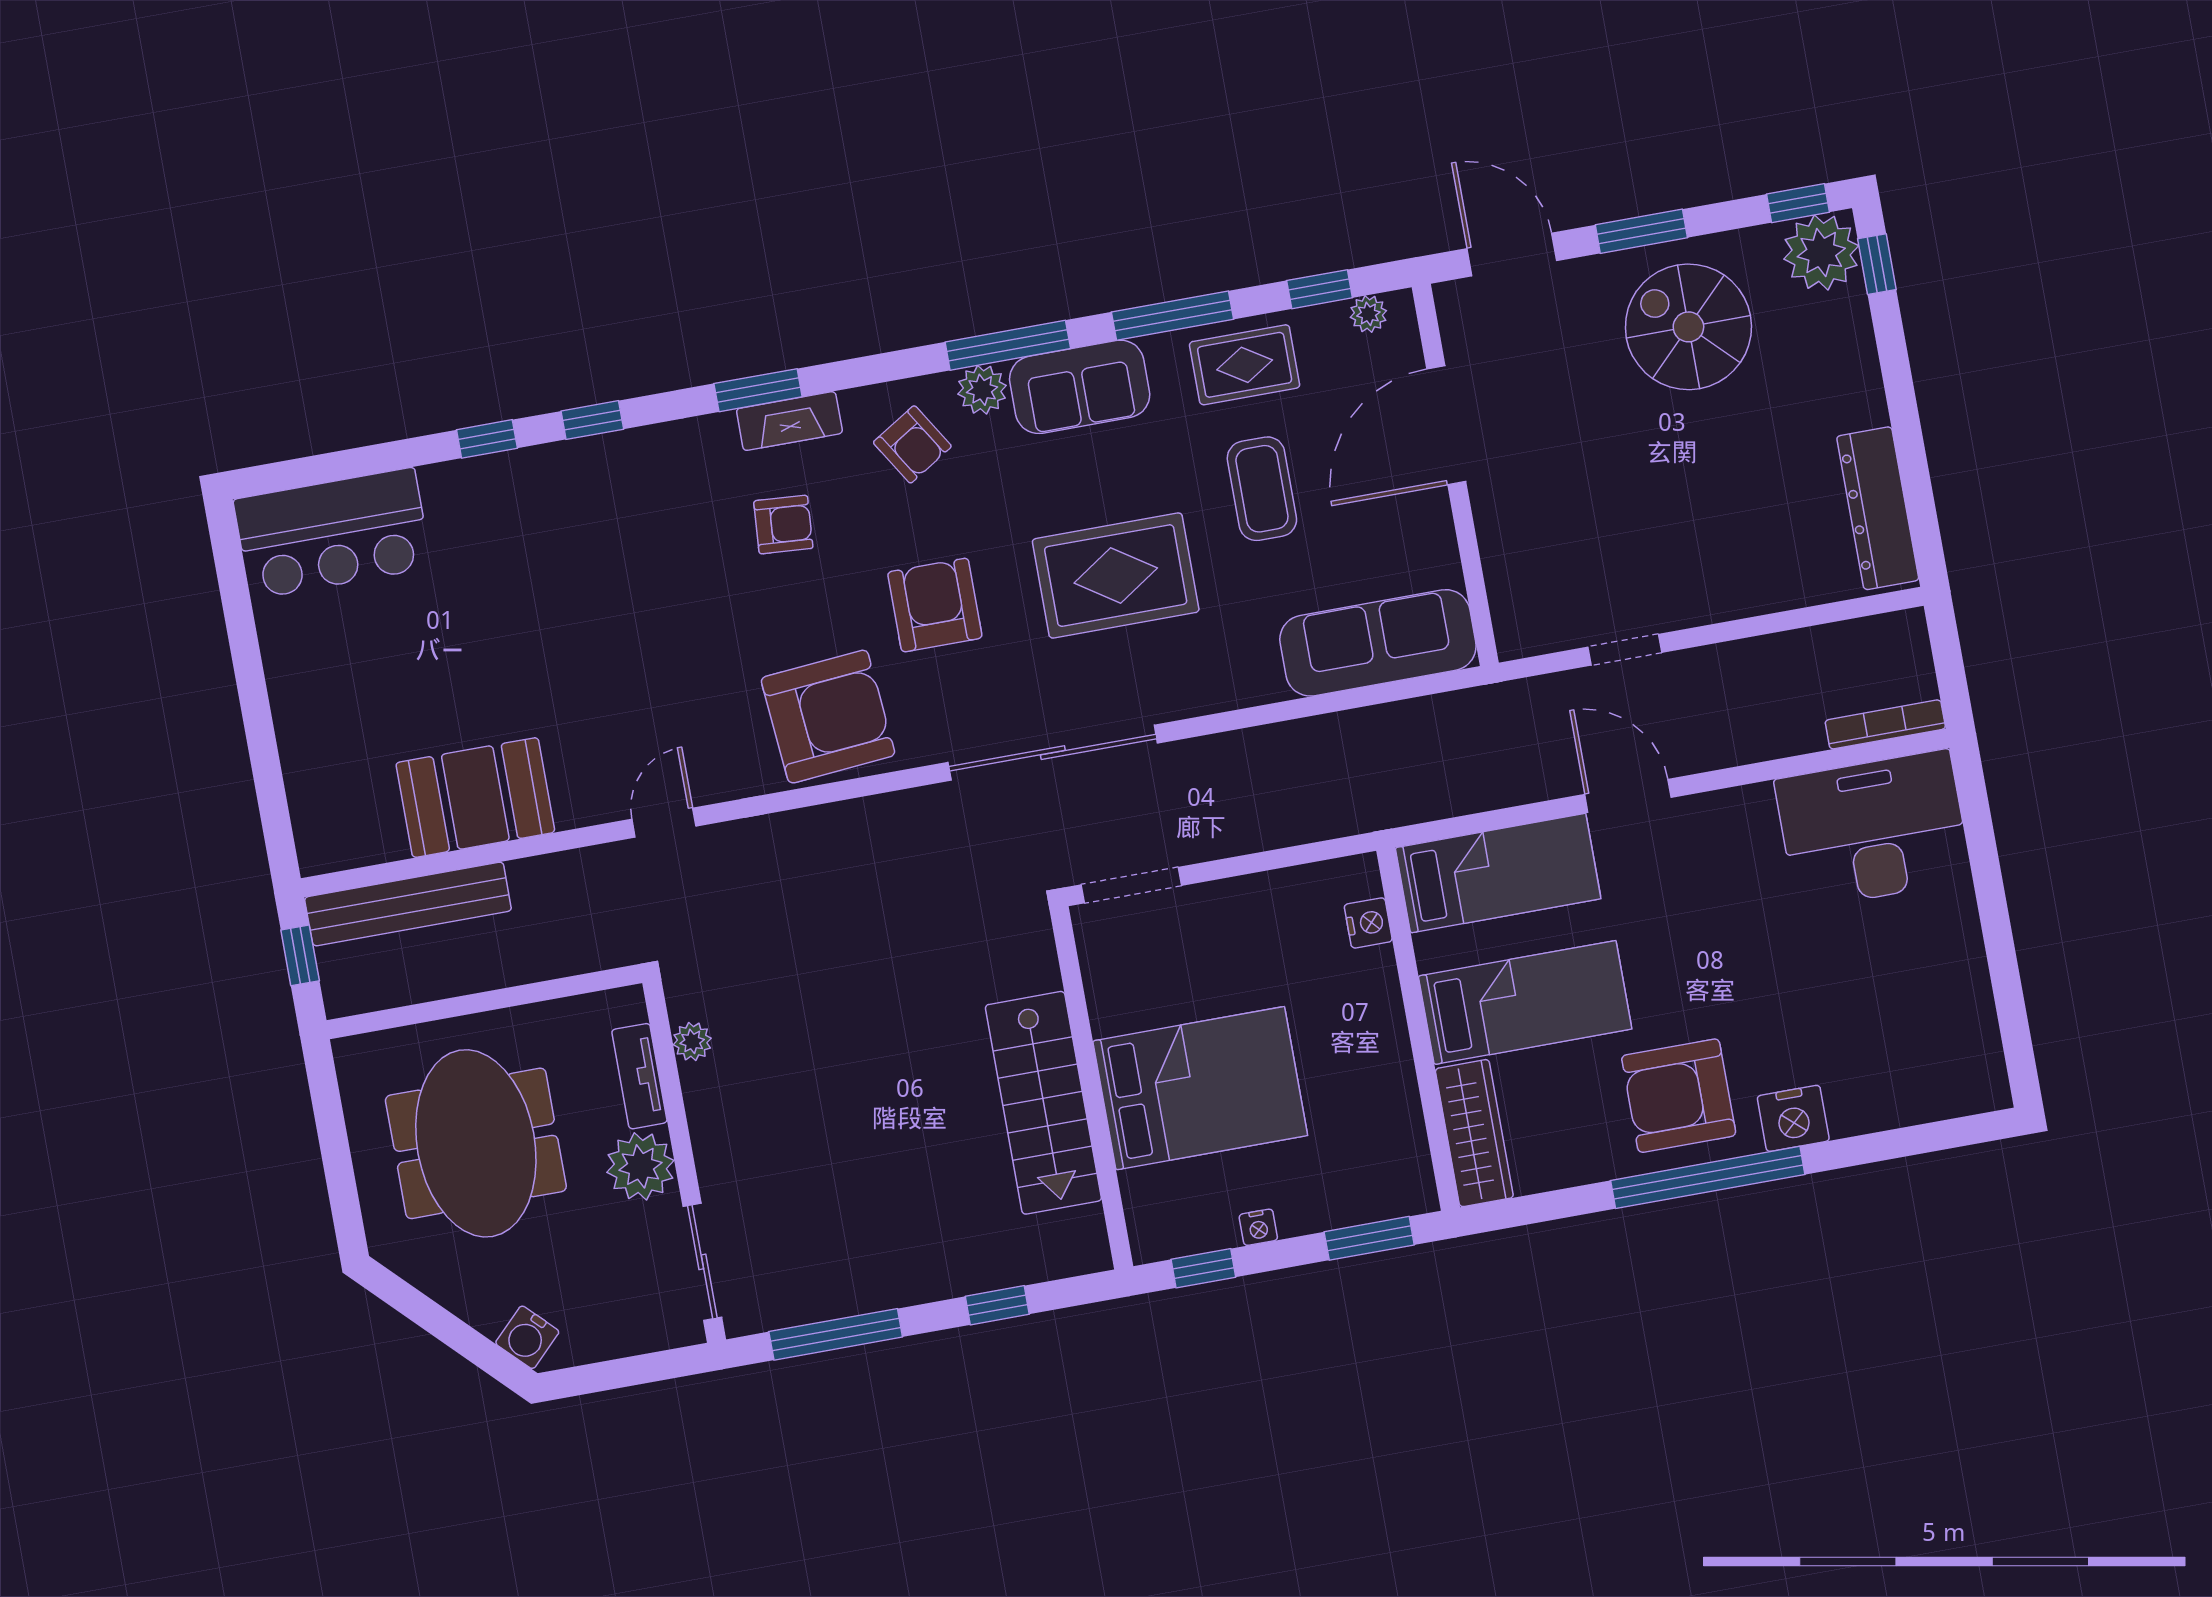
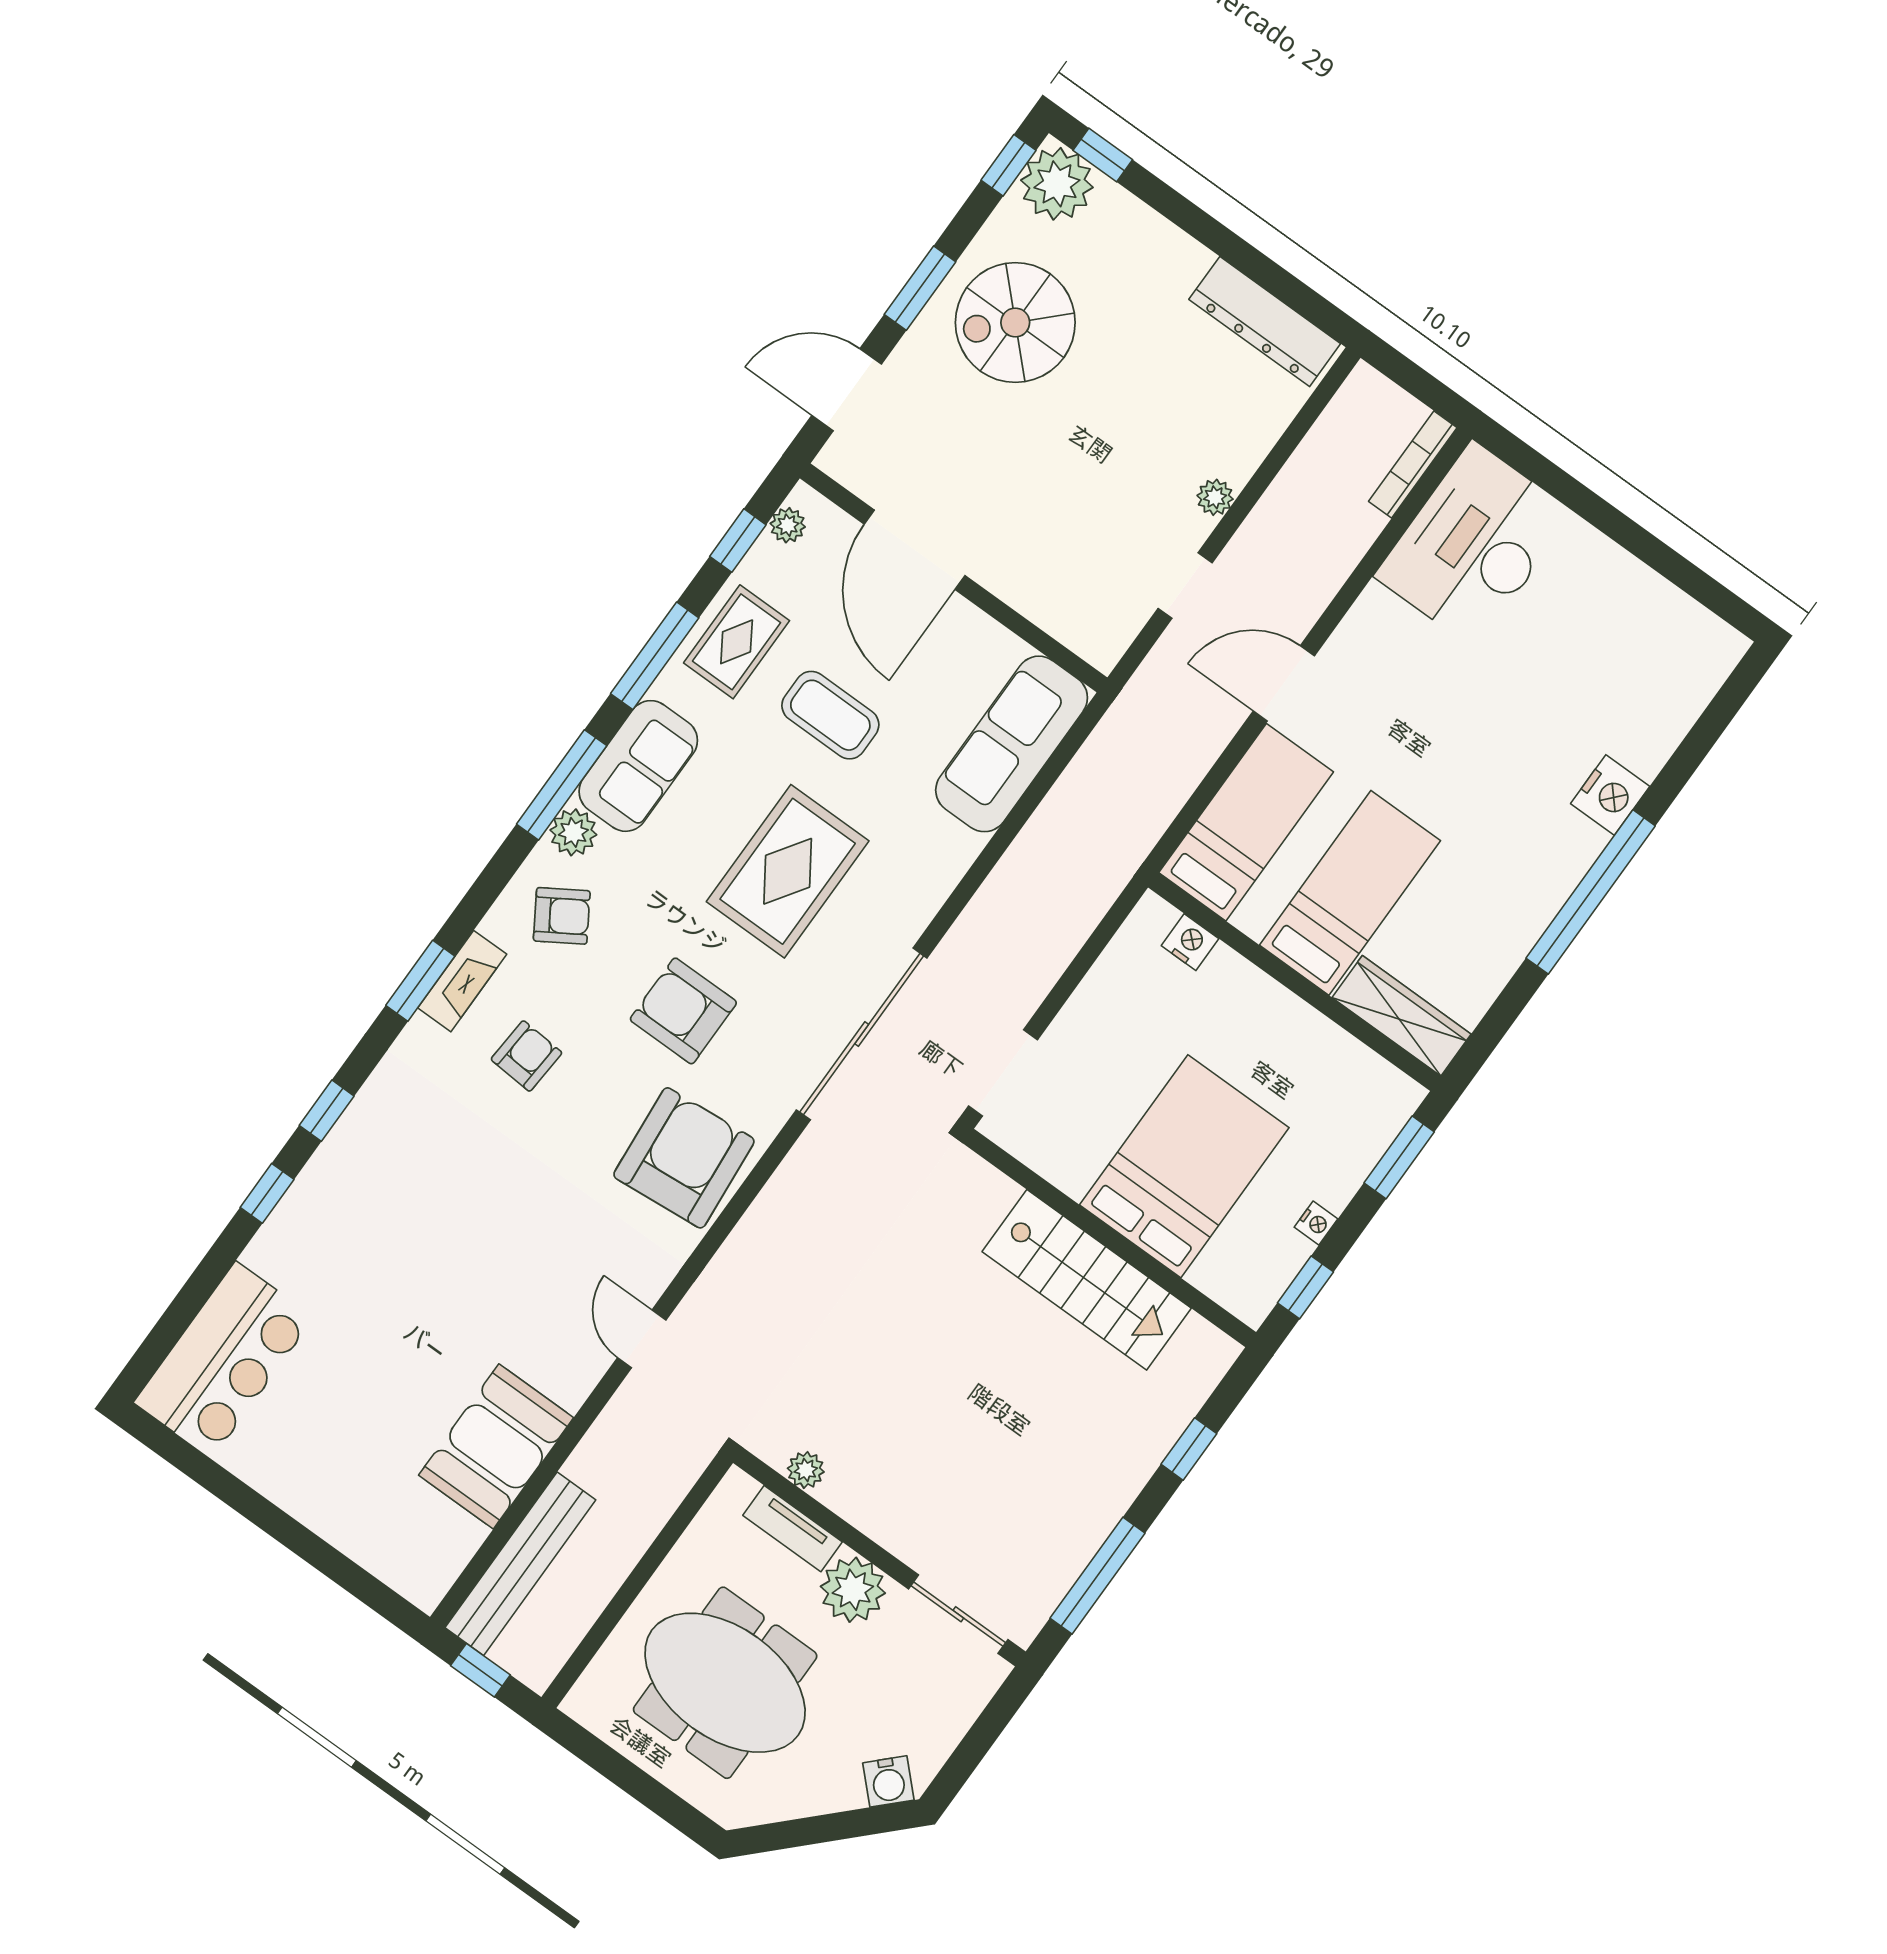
plant: (1712, 605) -> (1215, 497), added
armchair: (1679, 1096) -> (1517, 855), removed

